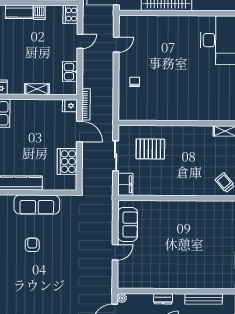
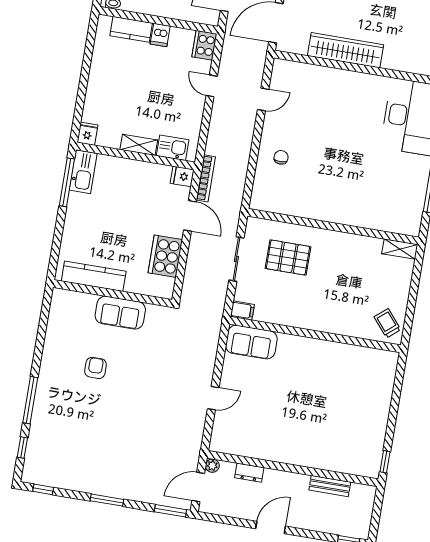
door: (80, 41) -> (212, 86), swing flipped
kitchen sink: (70, 72) -> (173, 148), moved, turned 90
filing cabinet: (125, 184) -> (242, 311), width x0.50
sofa: (37, 205) -> (120, 313), width x0.73
sofa: (128, 224) -> (251, 342), moved, turned 90
dresser: (163, 299) -> (249, 473), moved
bench: (204, 299) -> (330, 486), width x0.73

